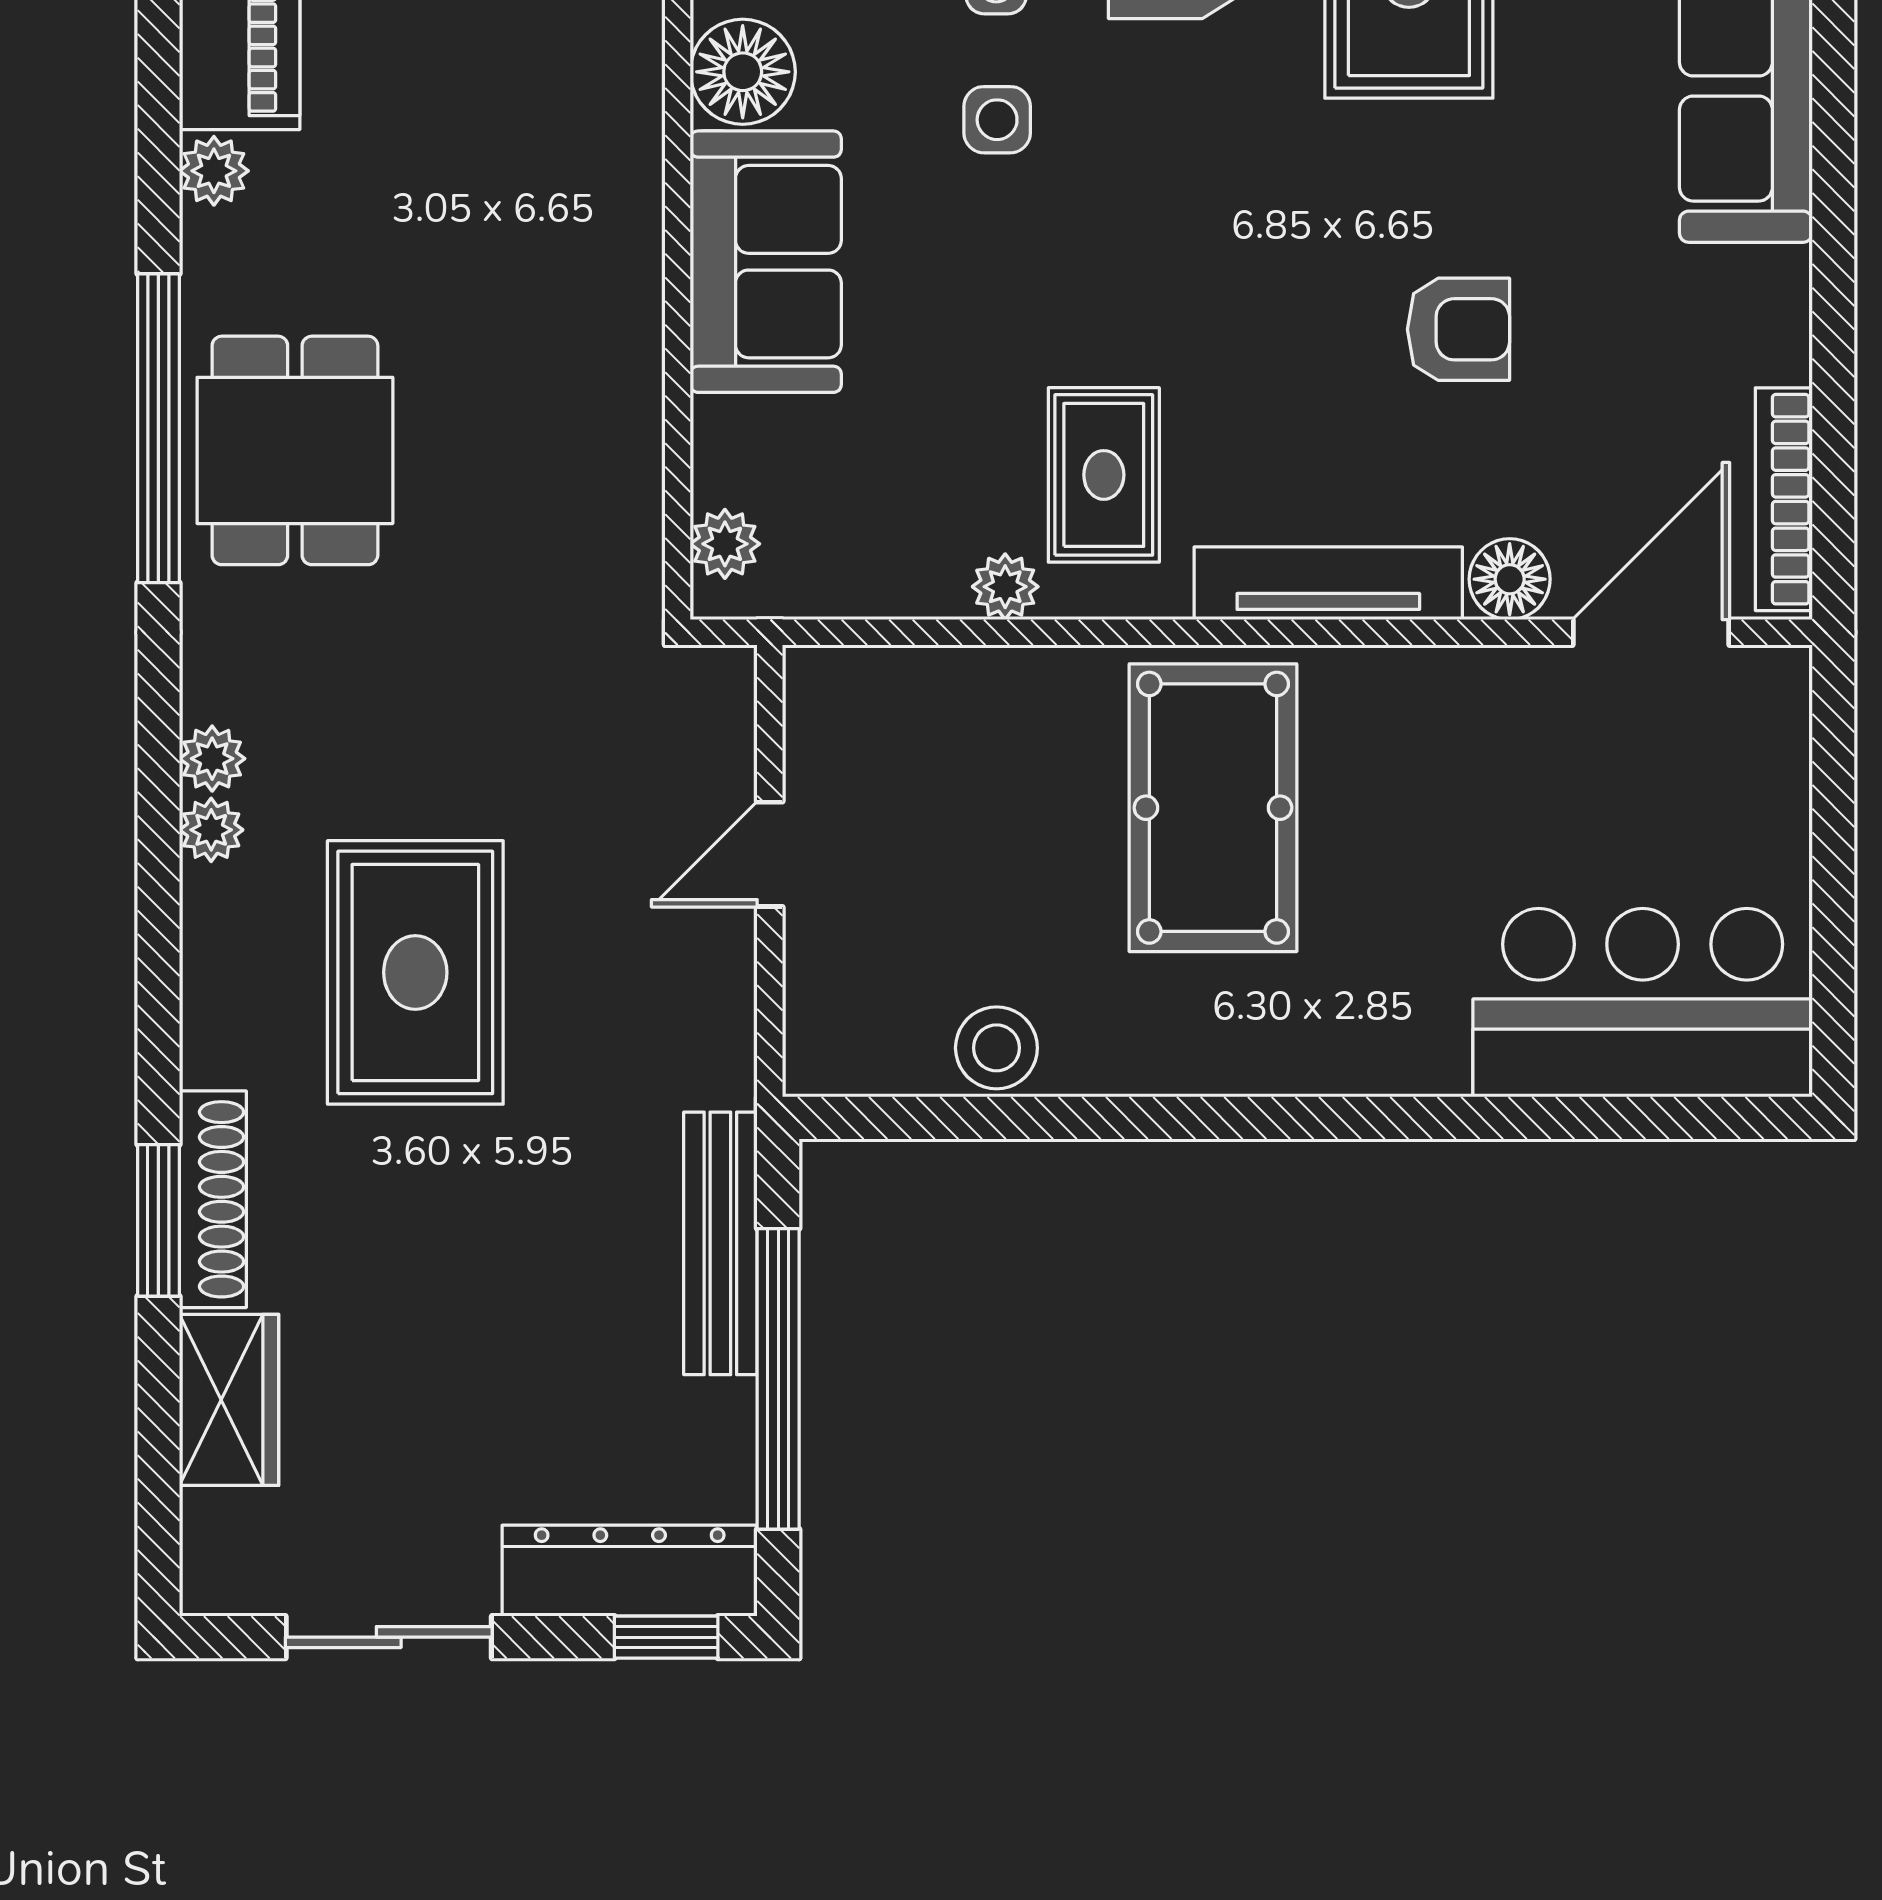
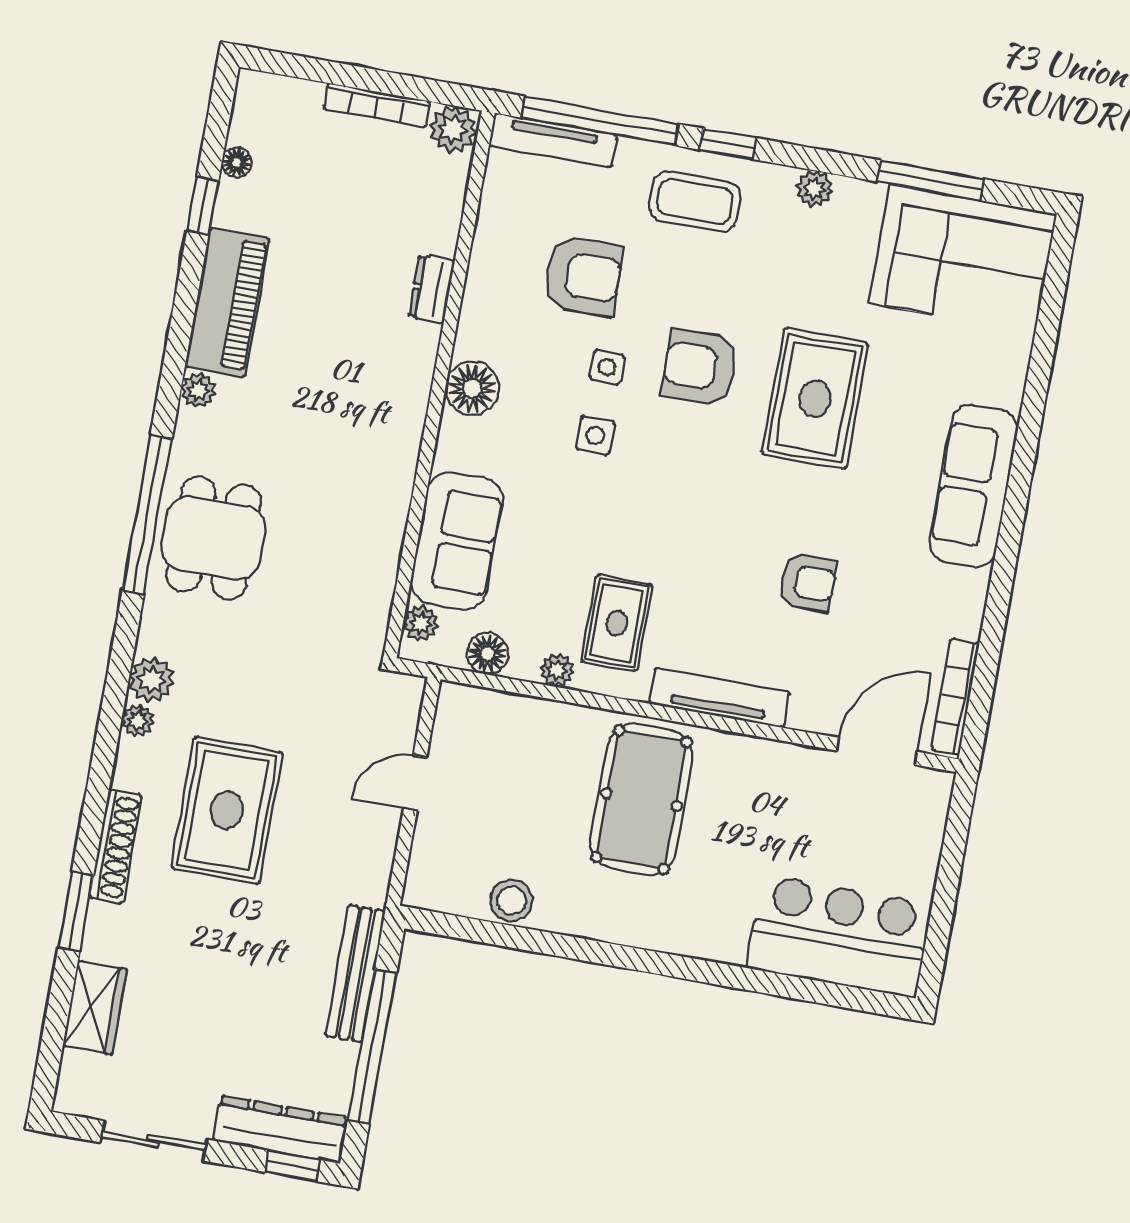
sofa: (766, 262) -> (457, 541), moved
floor lamp: (1510, 579) -> (487, 654), moved
plant: (212, 759) -> (152, 680), width x1.38, depth x1.38
shoe rack: (213, 1199) -> (116, 847), moved

